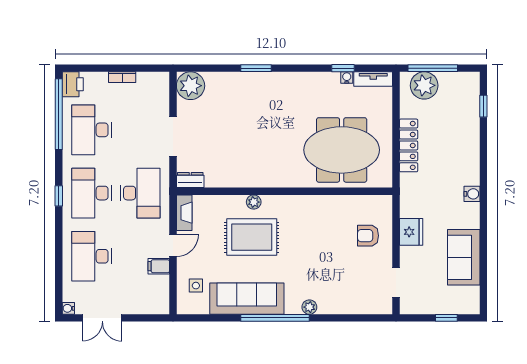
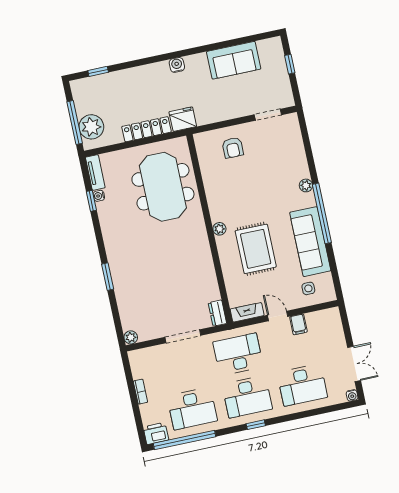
plant: (191, 86) -> (131, 337), width x0.53, depth x0.53
plant: (254, 202) -> (219, 229), moved
fridge: (411, 232) -> (183, 119), moved

